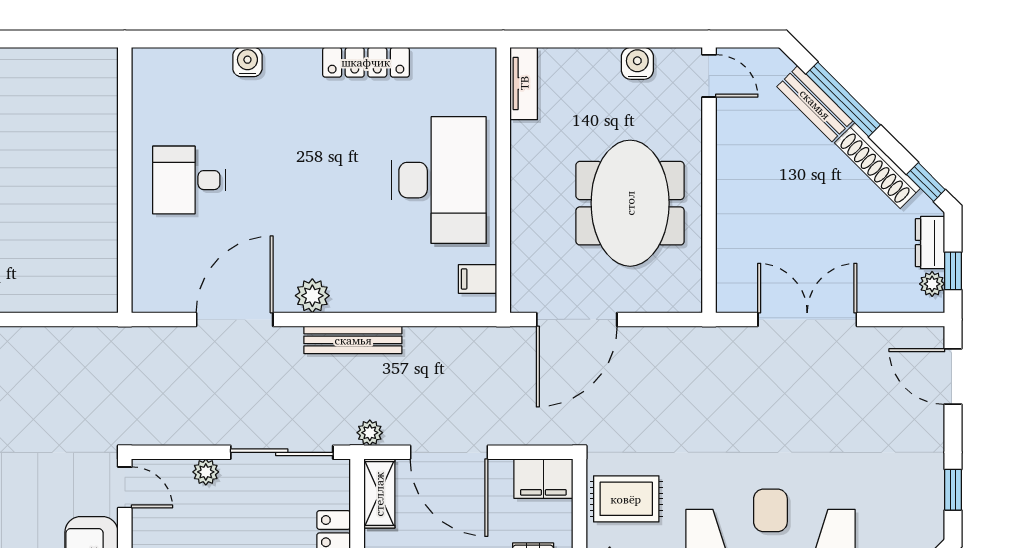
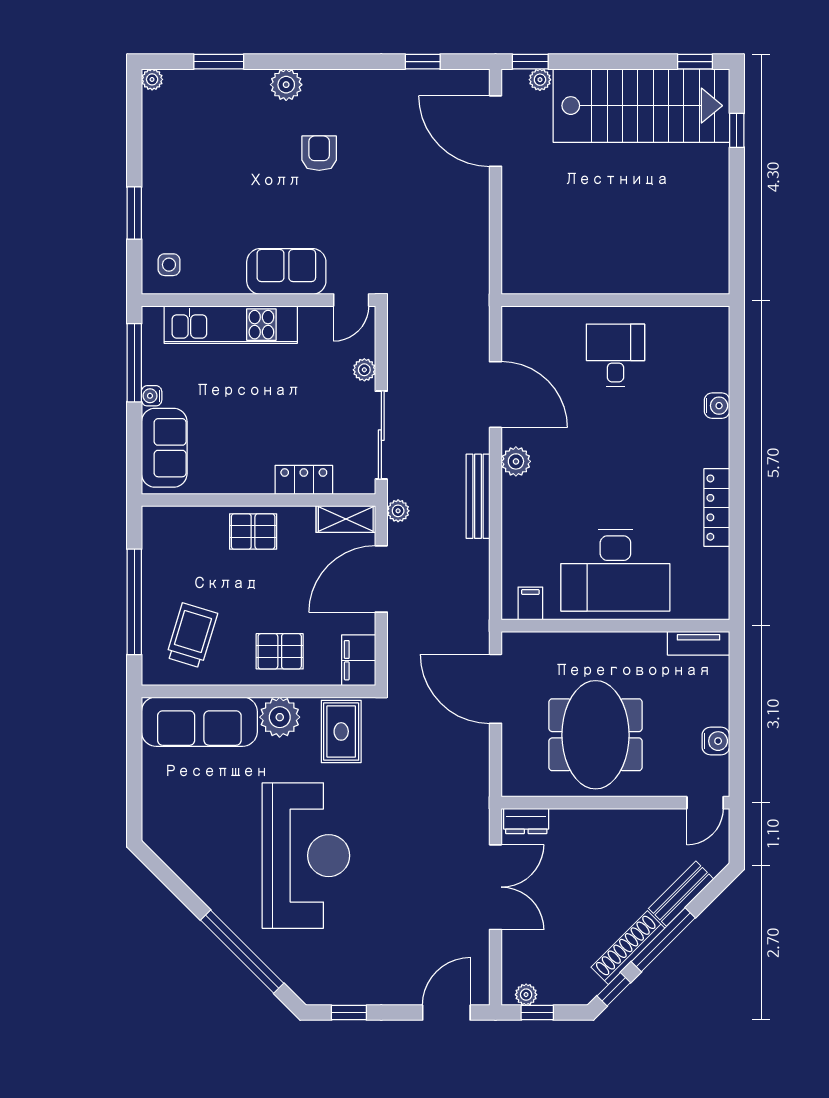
window: (843, 99) -> (663, 940), moved
meeting table: (630, 203) -> (596, 735), turned 90
dresser: (930, 243) -> (526, 821), moved, turned 180

